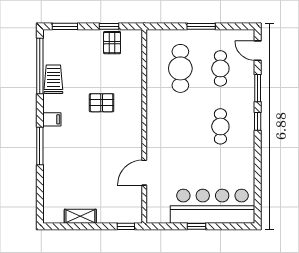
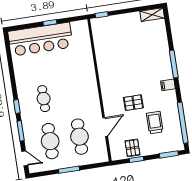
cafe table: (220, 68) -> (50, 141), width x1.37, depth x1.35
trolley: (53, 79) -> (155, 123), moved, turned 180
door: (144, 173) -> (105, 127), moved
shelving: (80, 216) -> (152, 15), moved

